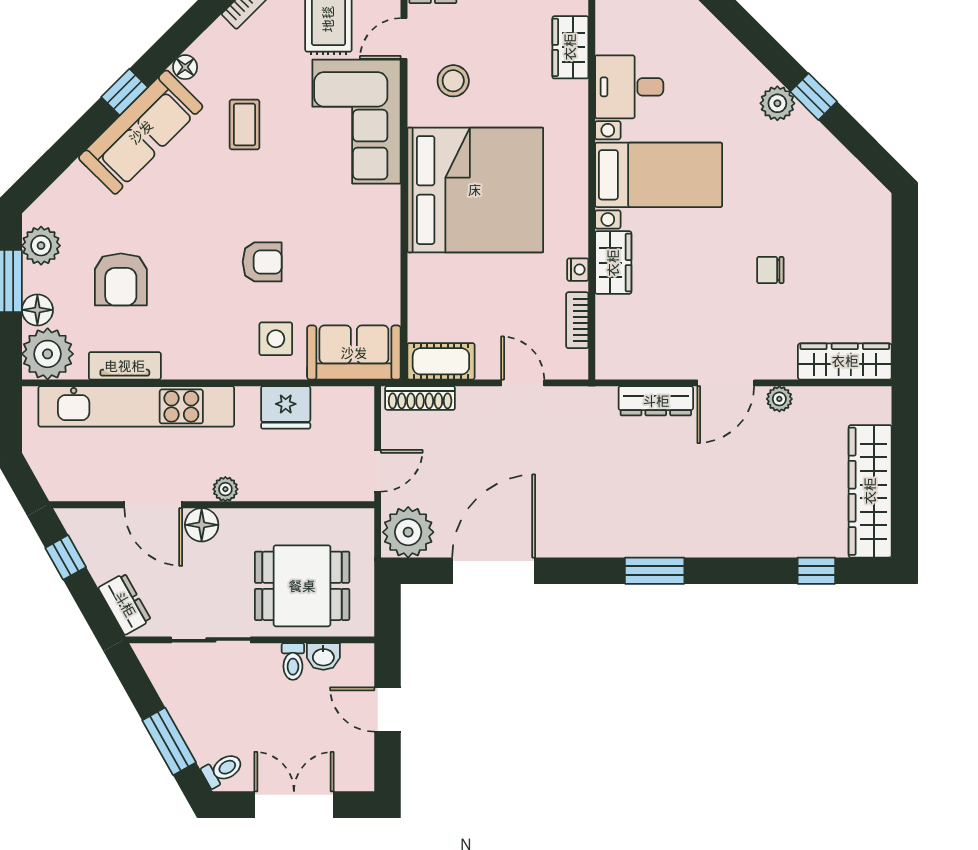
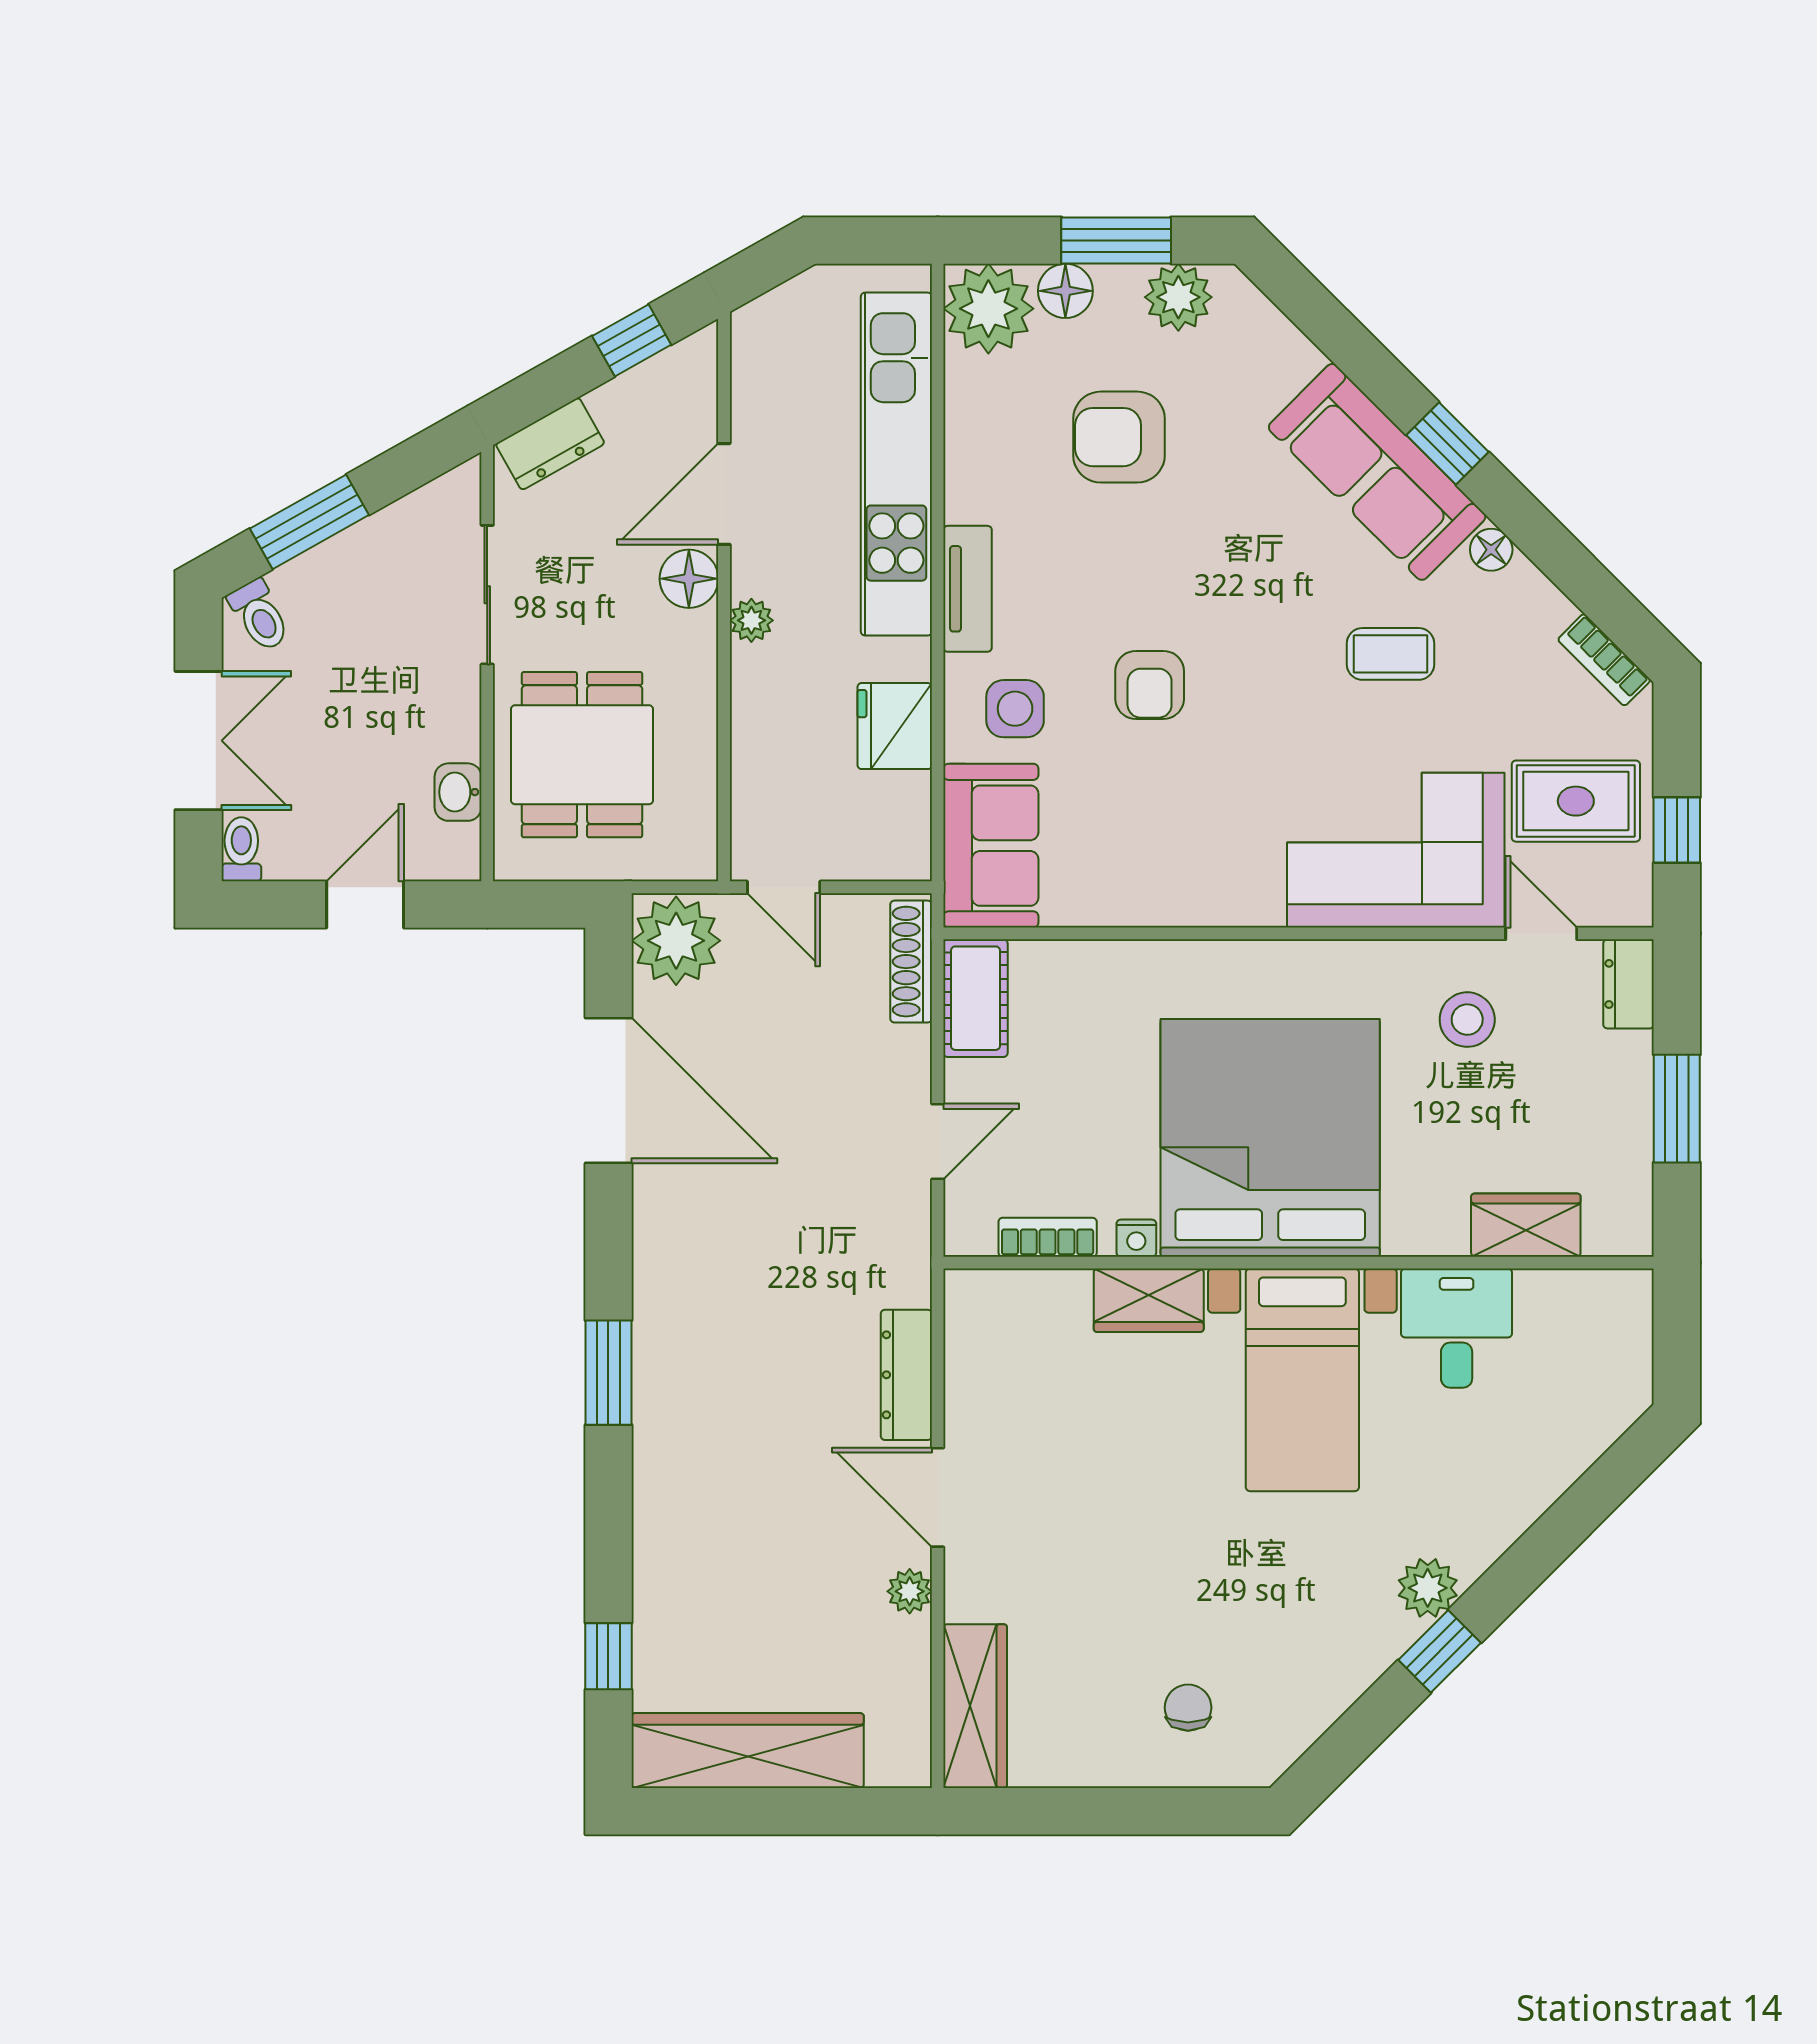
bed: (475, 190) -> (1270, 1138), moved, turned 180
chair: (770, 270) -> (1188, 1708), moved
tv unit: (125, 366) -> (968, 589), moved
toilet: (293, 662) -> (241, 849), moved, turned 90

